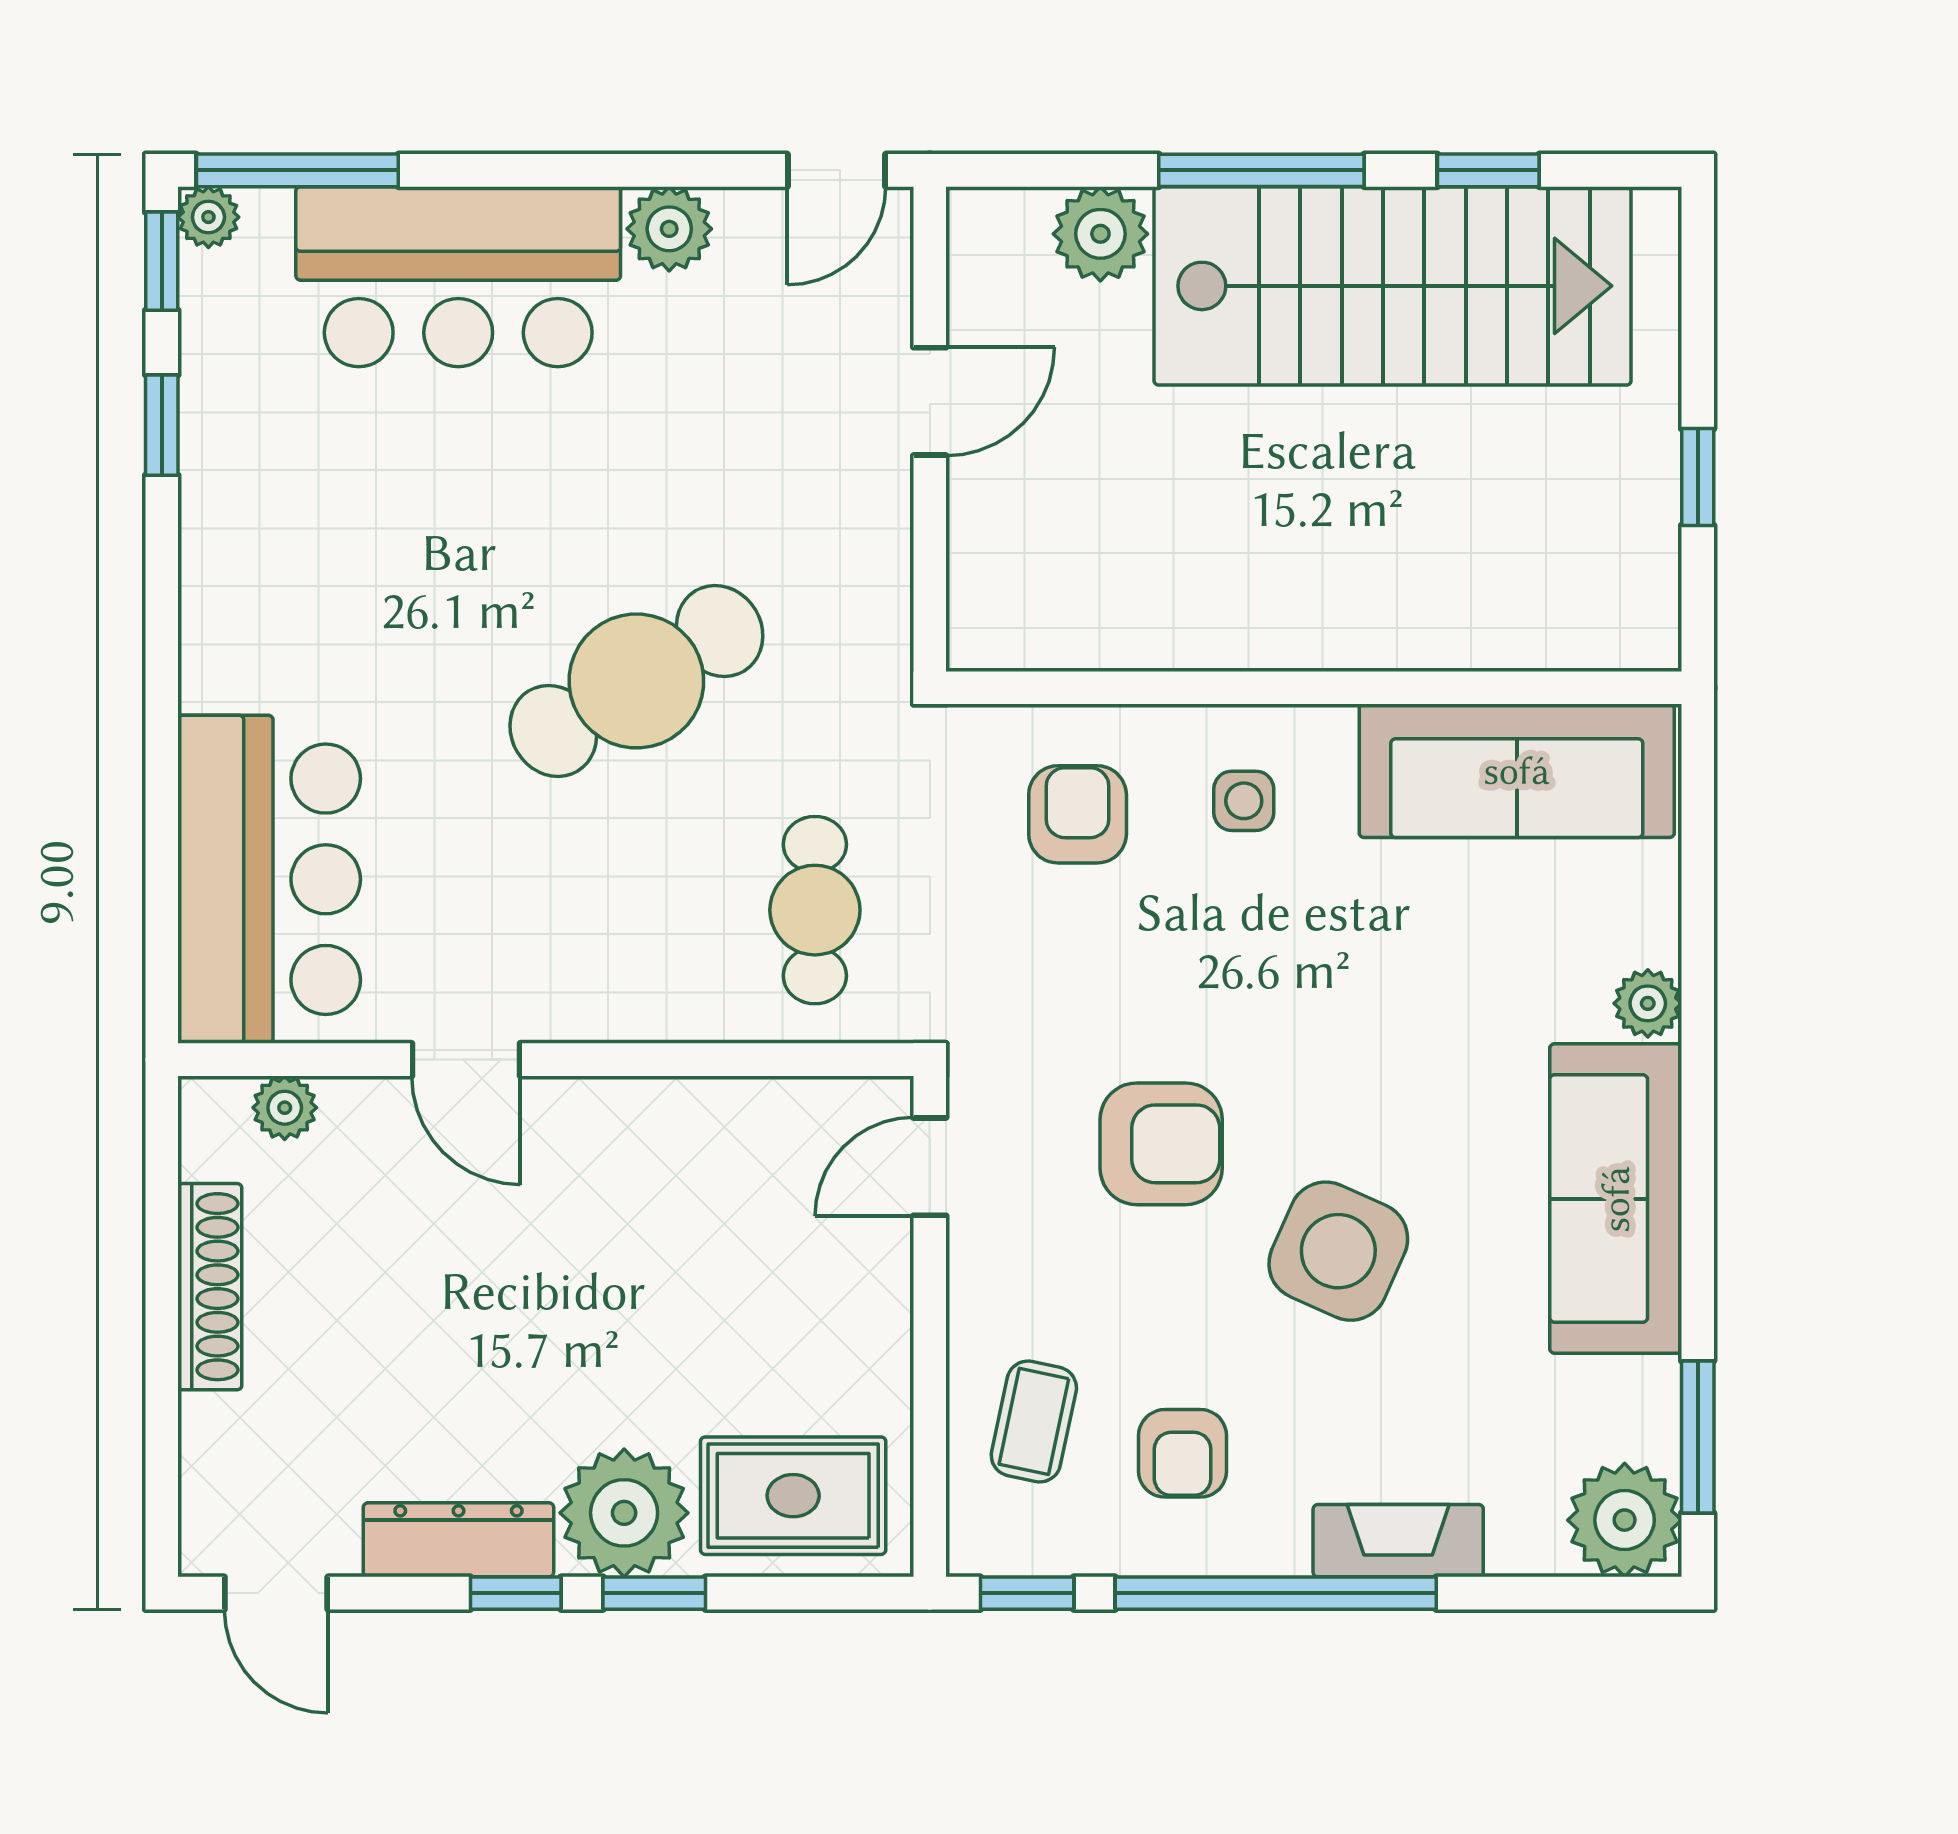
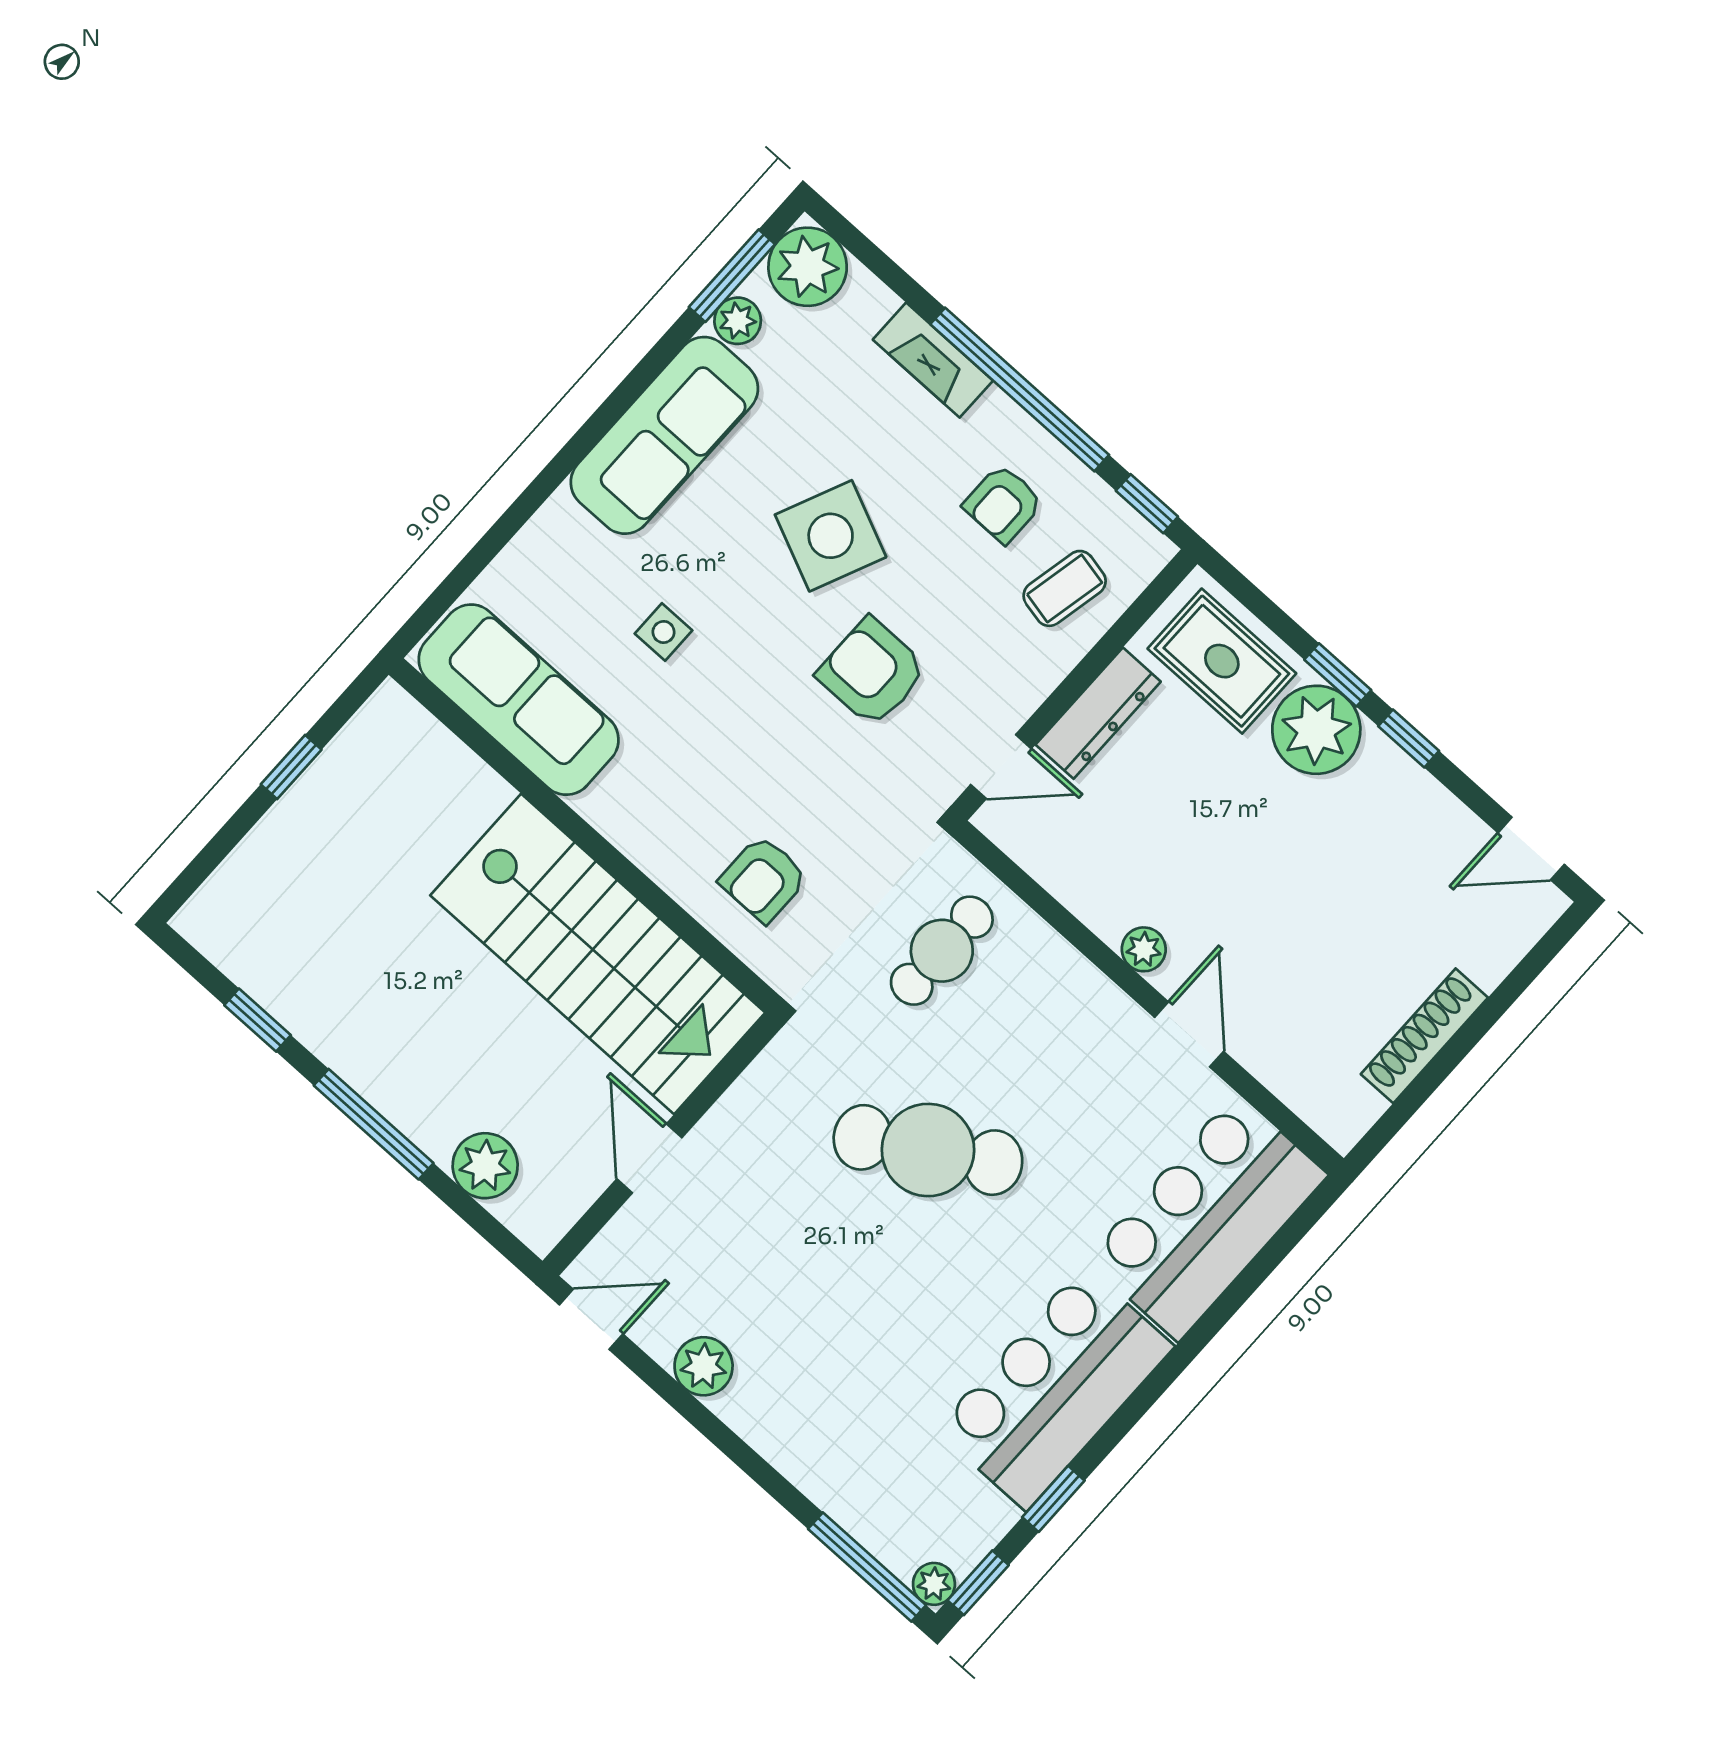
bar counter: (458, 277) -> (1055, 1388), moved, turned -90
stairs: (1393, 286) -> (598, 954), moved, turned 180
door: (930, 401) -> (649, 1158), hinge flipped
side table: (1244, 801) -> (664, 632), moved
plant: (1648, 1003) -> (738, 321), moved
plant: (285, 1108) -> (1144, 949), moved
armchair: (1183, 1453) -> (1003, 504), turned 180
dresser: (458, 1540) -> (1098, 713), moved, turned -90
door: (276, 1593) -> (1531, 849), swing flipped

